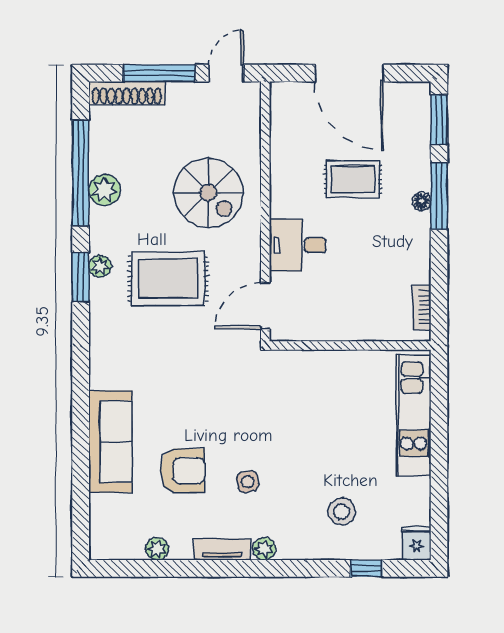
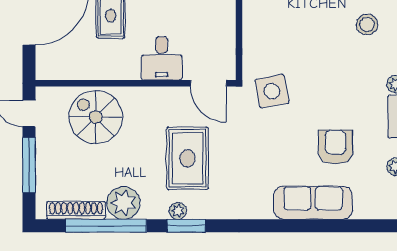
shoe rack: (127, 93) -> (76, 210), moved, turned -90
plant: (104, 190) -> (123, 203), width x1.36, depth x1.36
spiral stairs: (208, 193) -> (96, 117), moved, turned -90
side table: (248, 482) -> (272, 91), moved, width x1.87, depth x1.87

